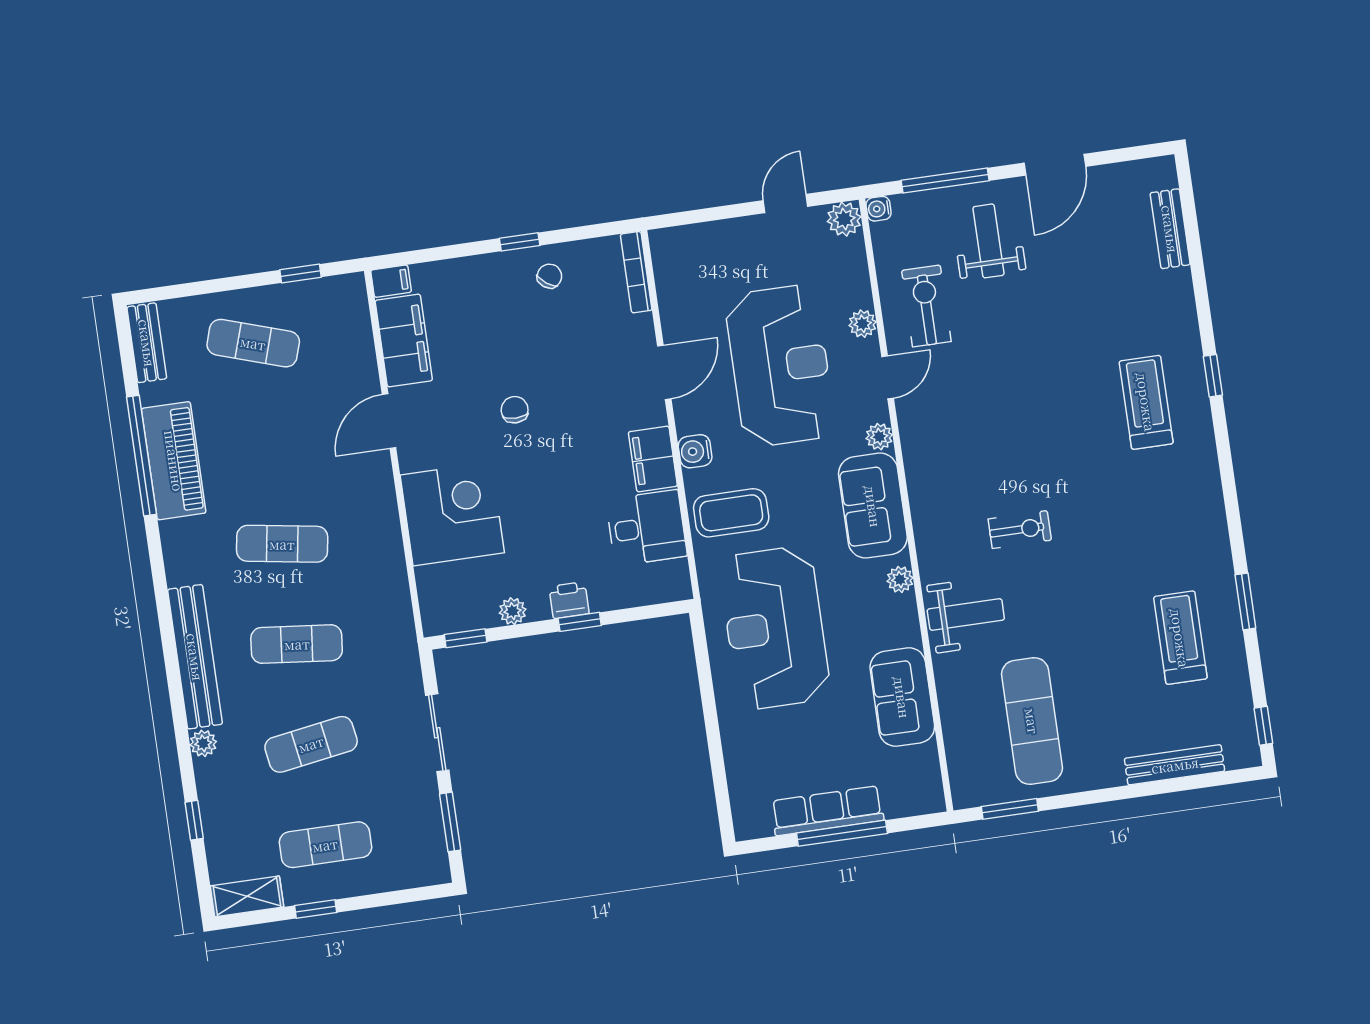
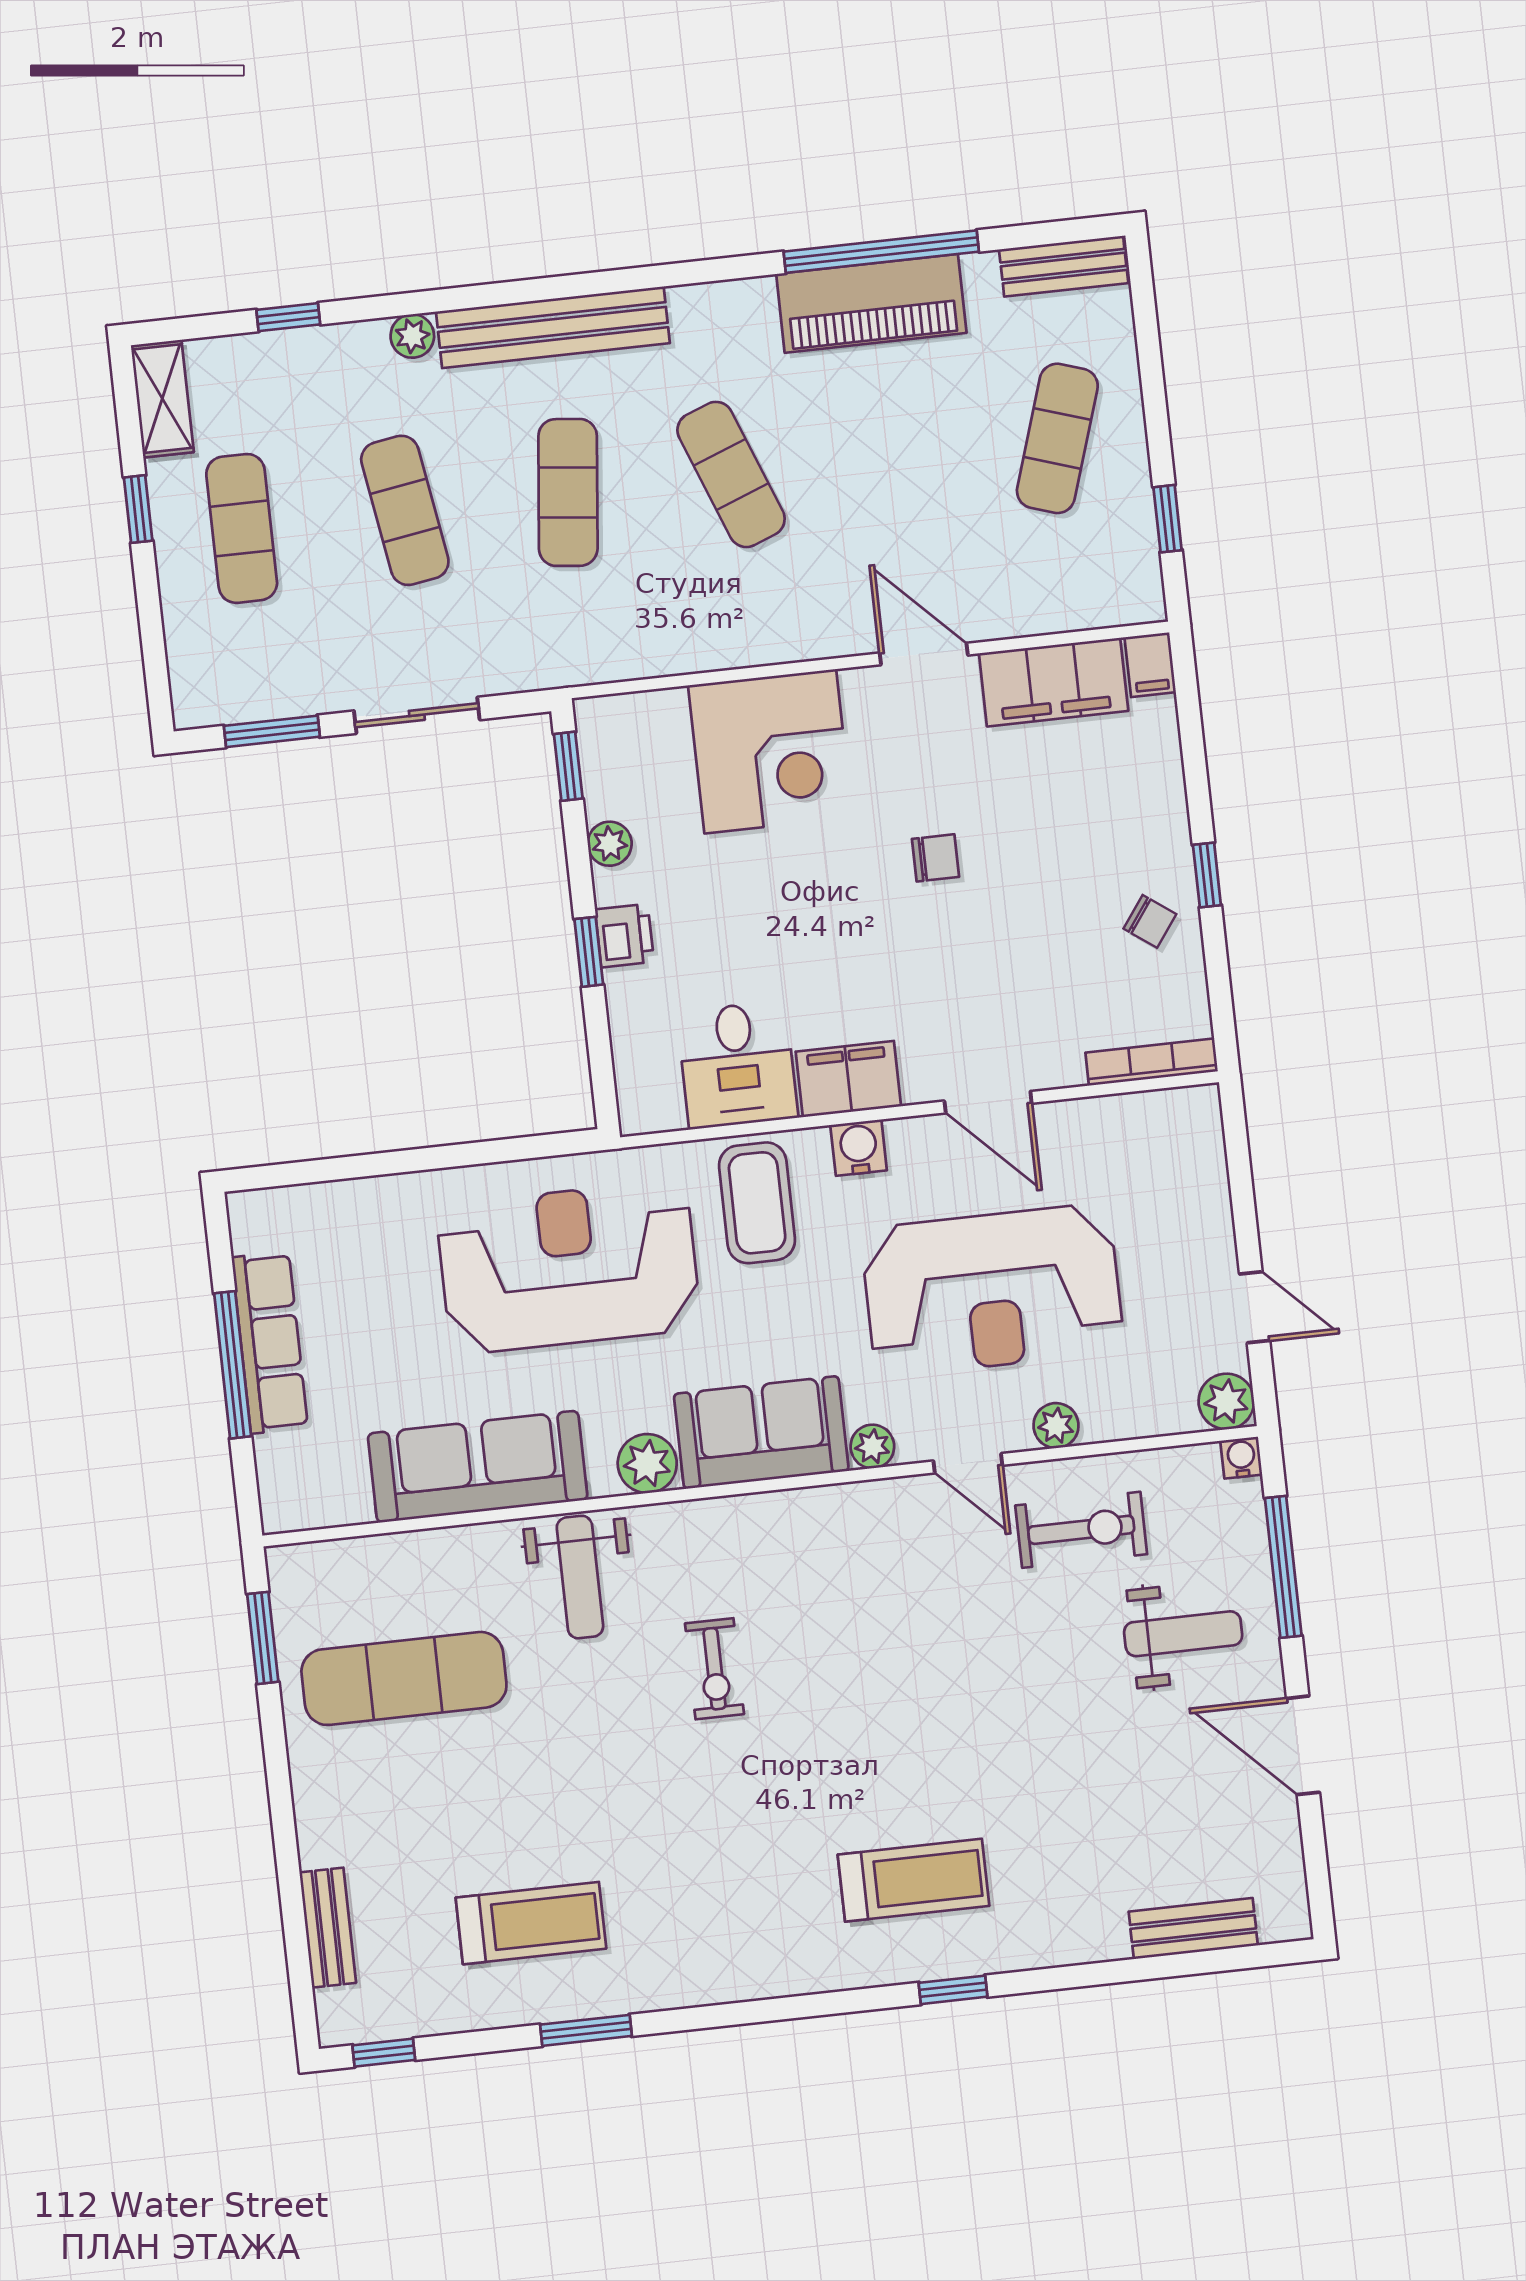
exercise mat: (282, 544) -> (731, 474), turned -30
plant: (900, 579) -> (647, 1464), width x1.38, depth x1.38
sofa: (902, 697) -> (478, 1467), width x1.36
bench: (1175, 765) -> (328, 1928), width x0.73

